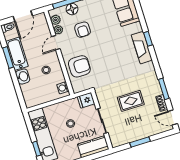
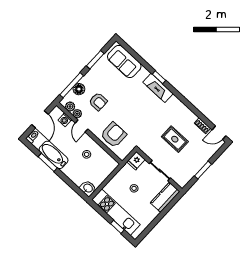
washbasin: (23, 77) -> (88, 188), moved
washing machine: (63, 88) -> (65, 120), moved
window: (164, 89) -> (197, 113), removed
rug: (131, 101) -> (175, 139), turned 90

